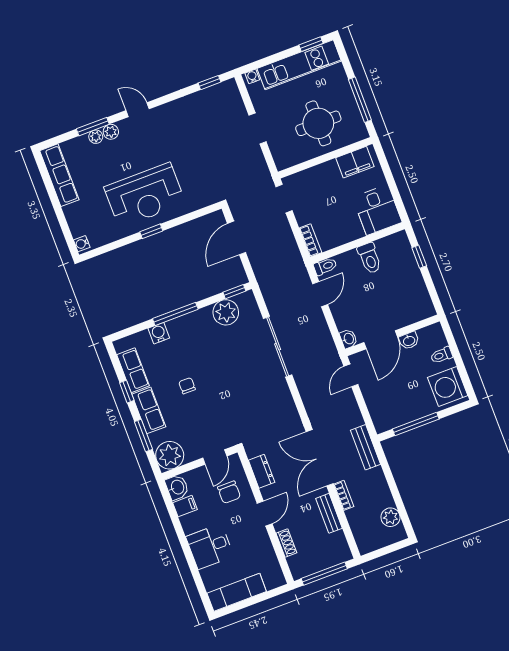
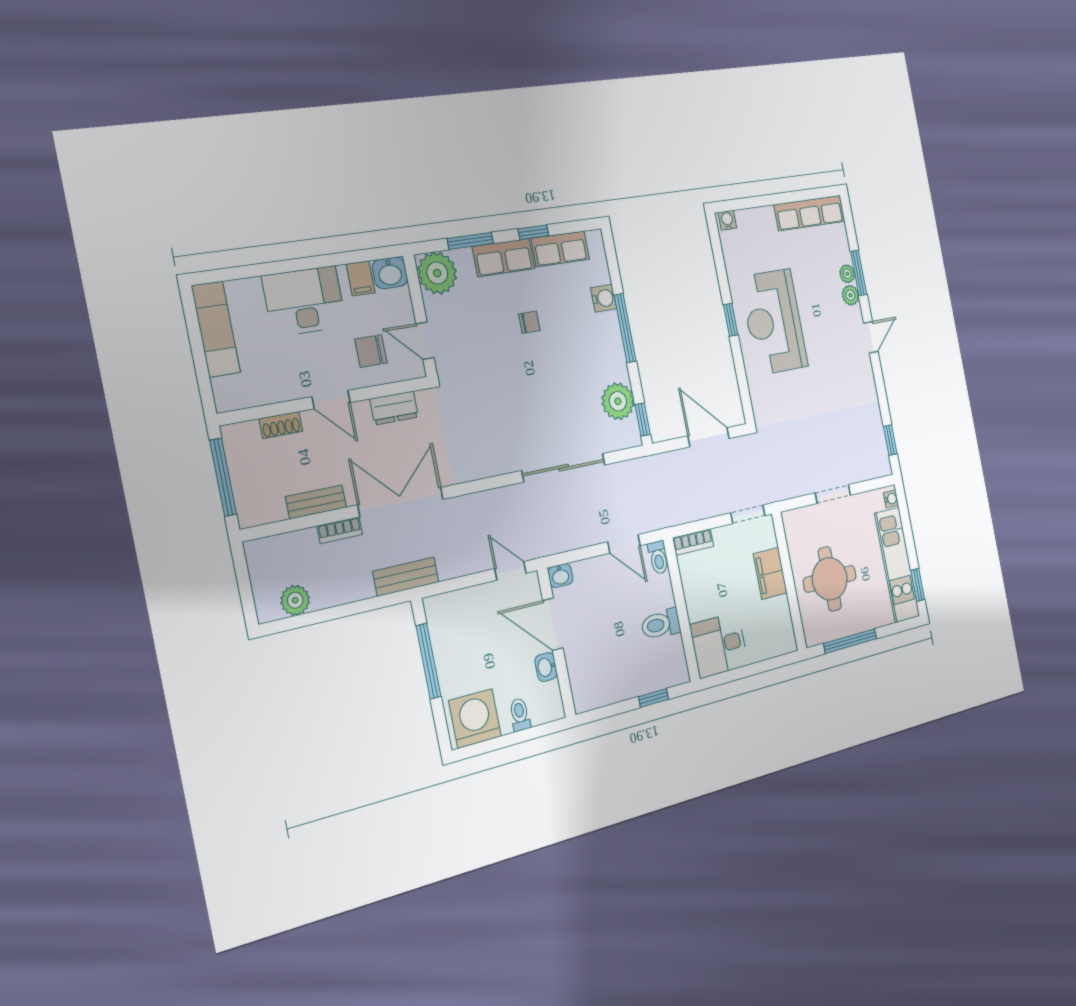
filing cabinet: (355, 162) -> (770, 573), moved
desk: (210, 546) -> (304, 301), width x1.37

